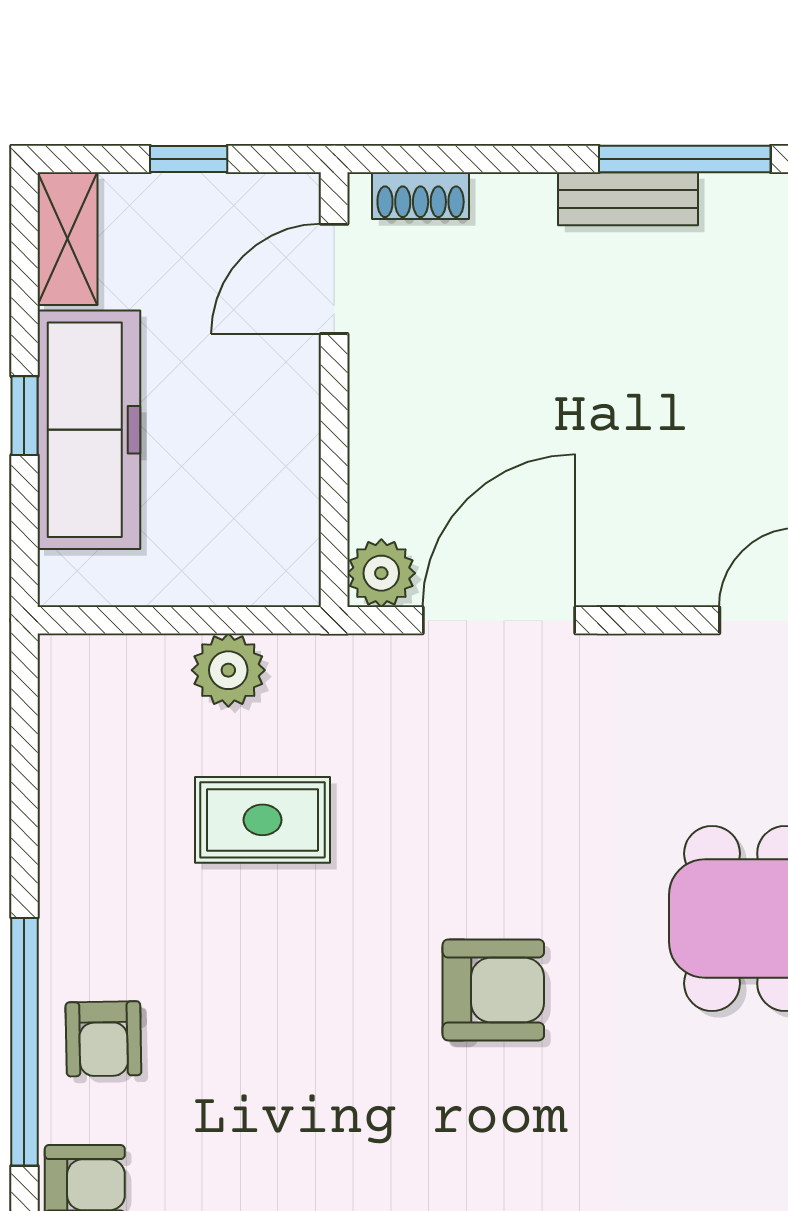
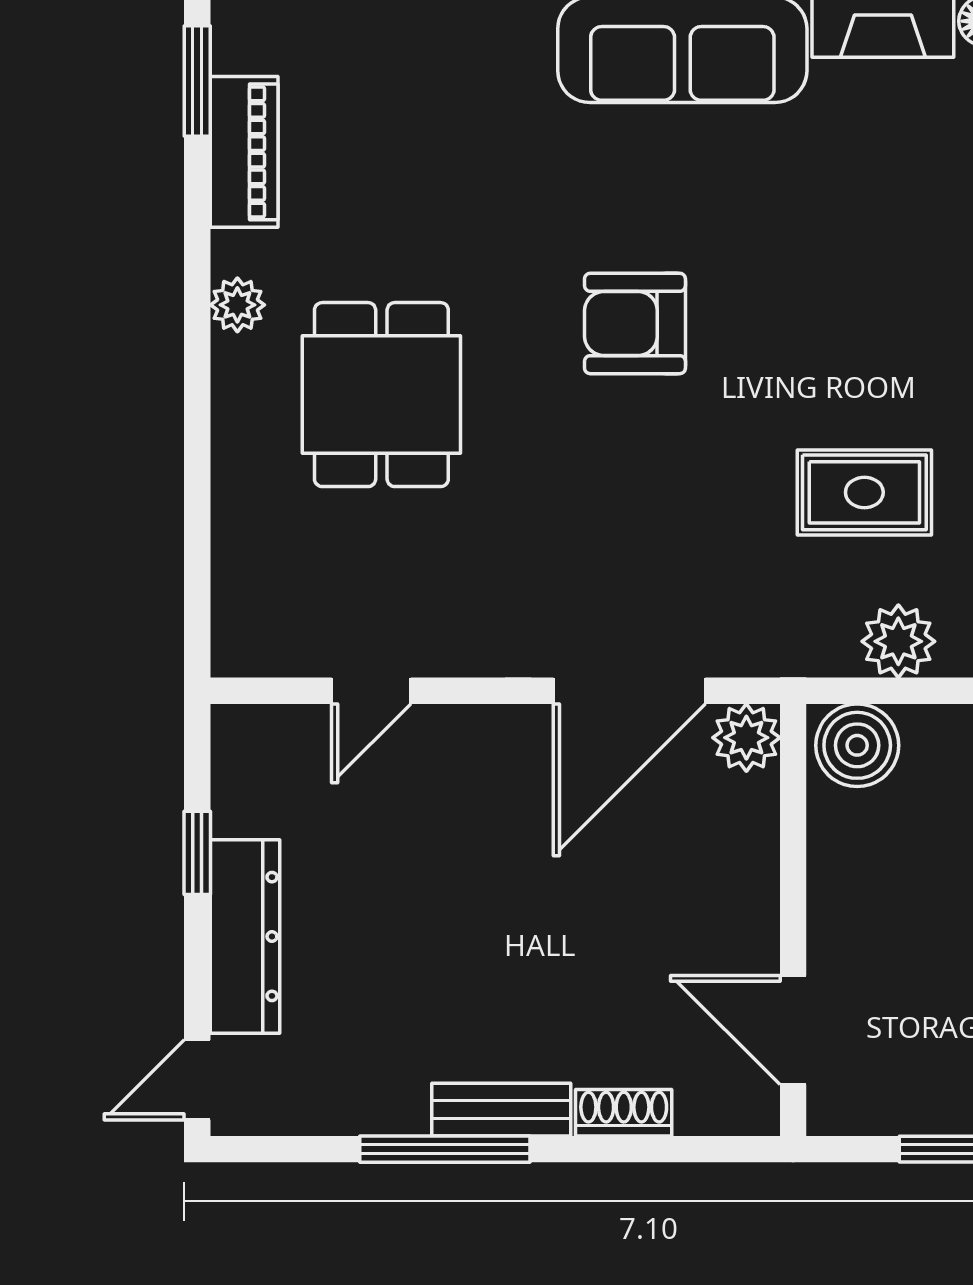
shoe rack: (421, 196) -> (624, 1113), moved
door: (334, 279) -> (793, 1030), swing flipped
boiler: (270, 565) -> (857, 745), added

